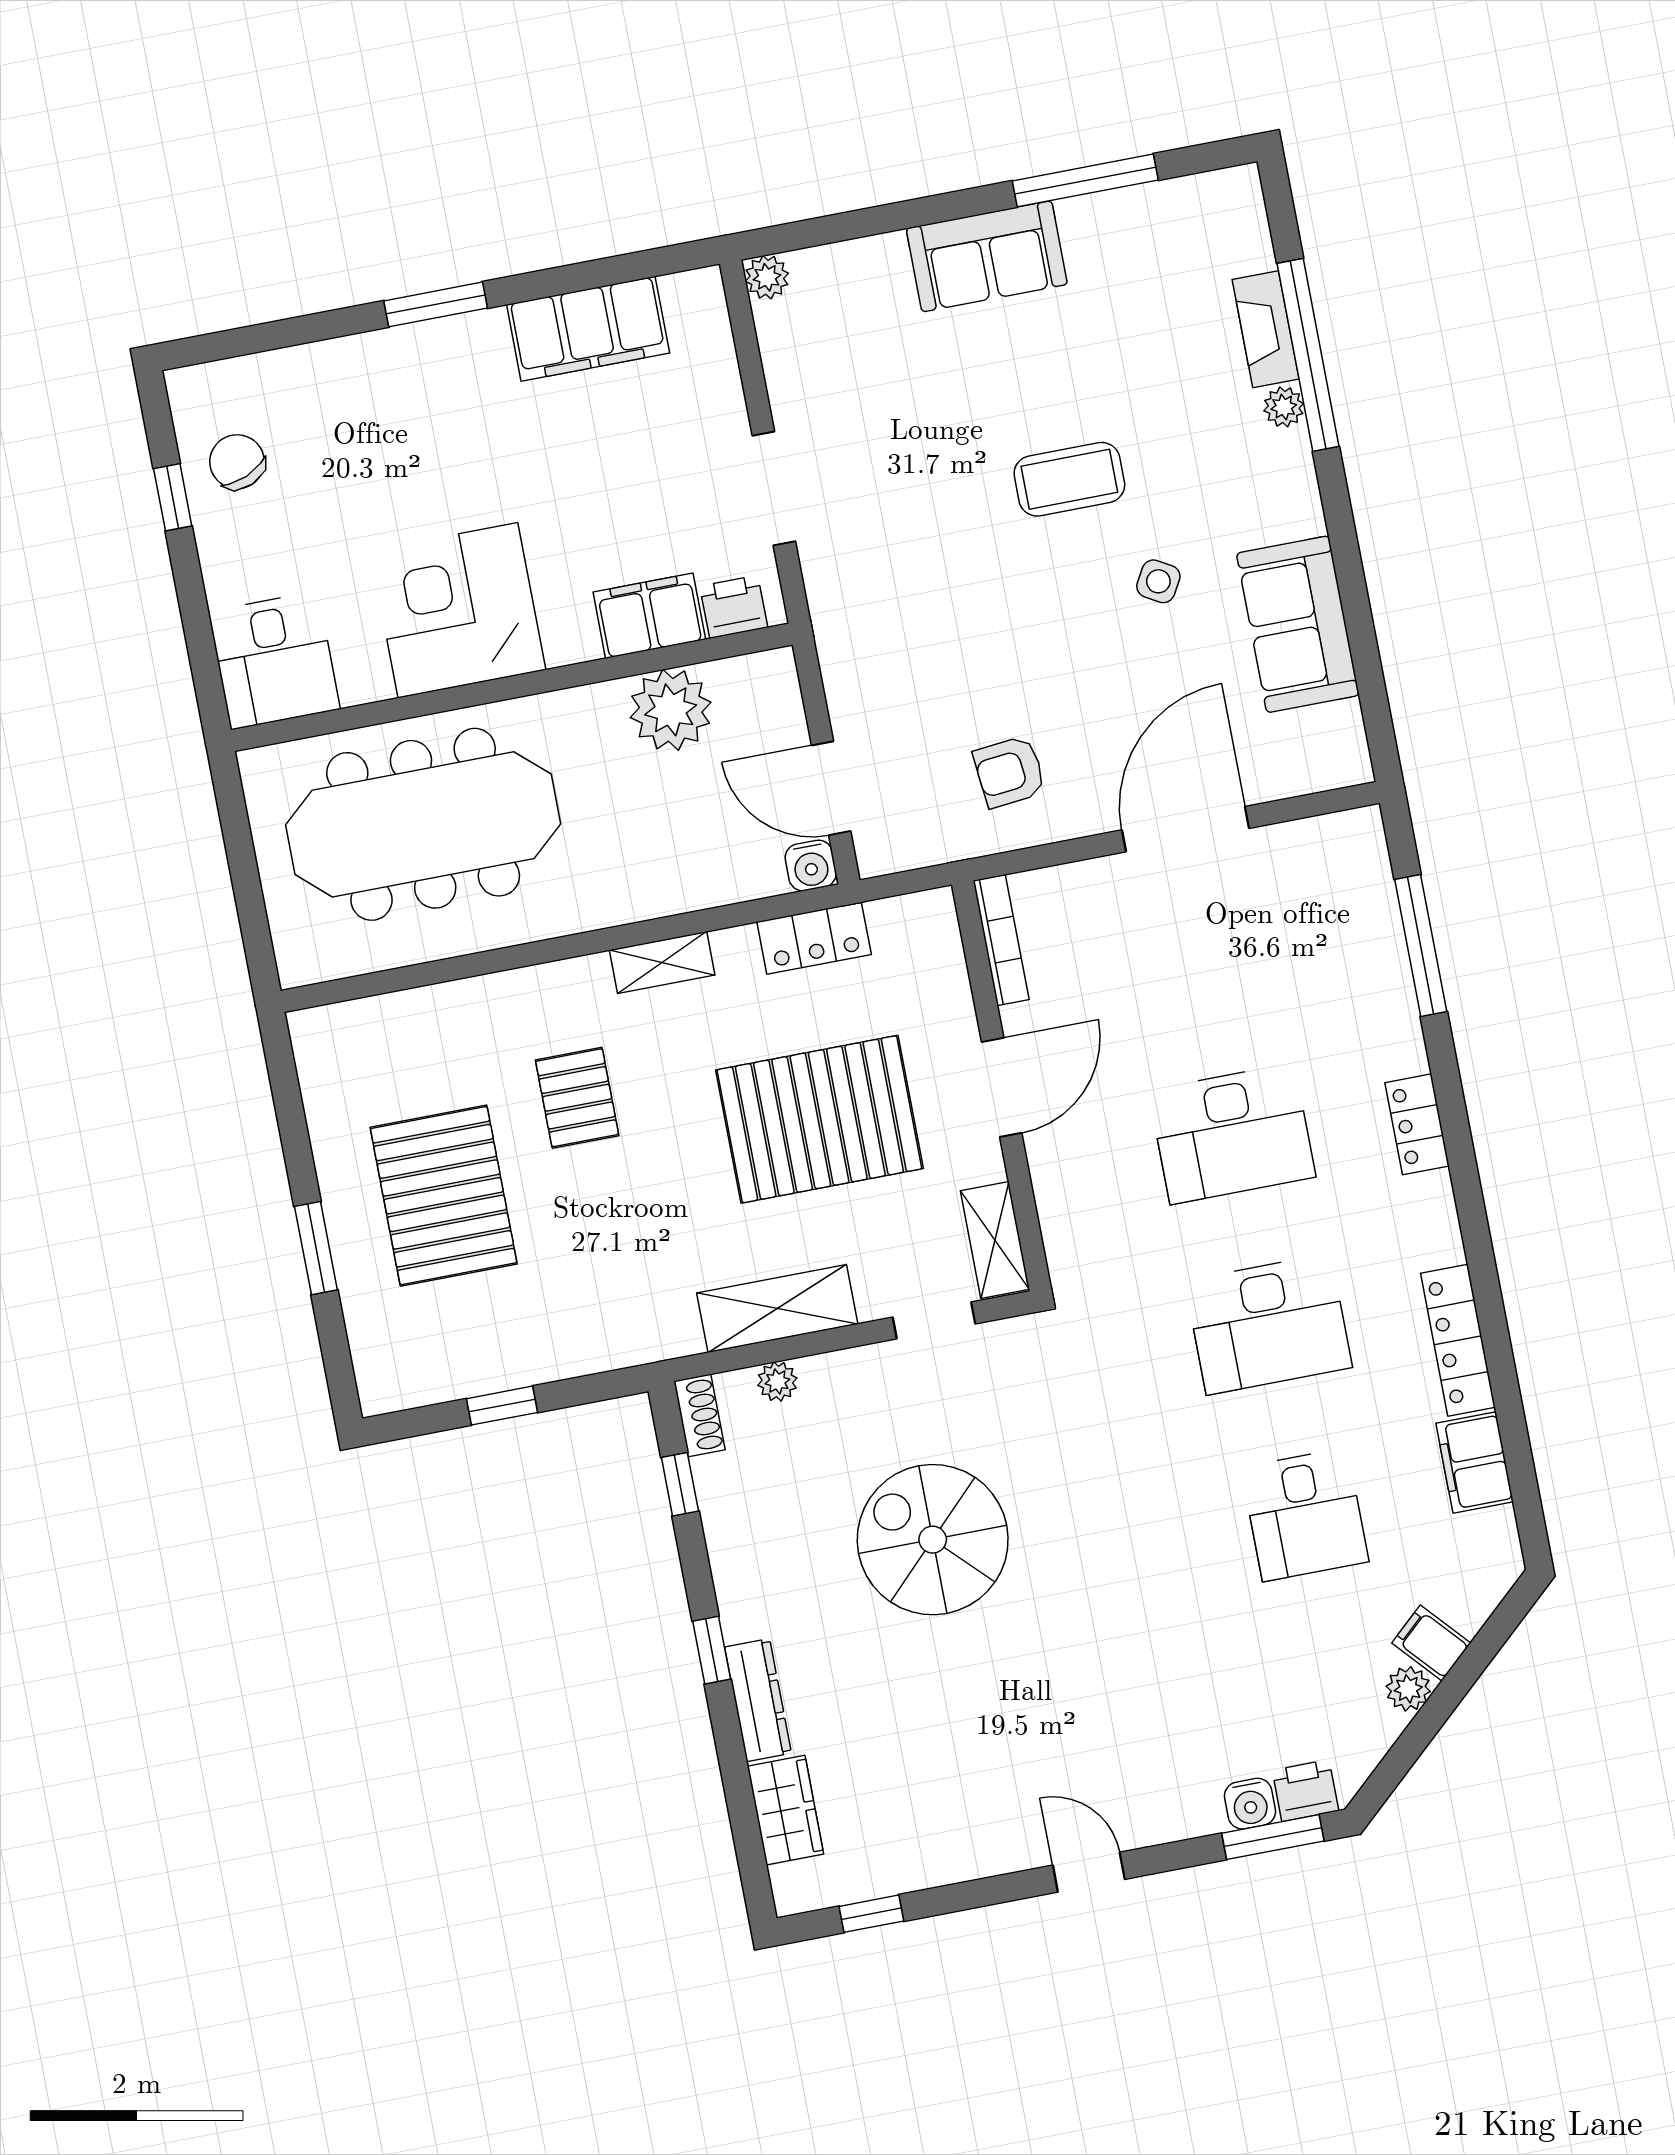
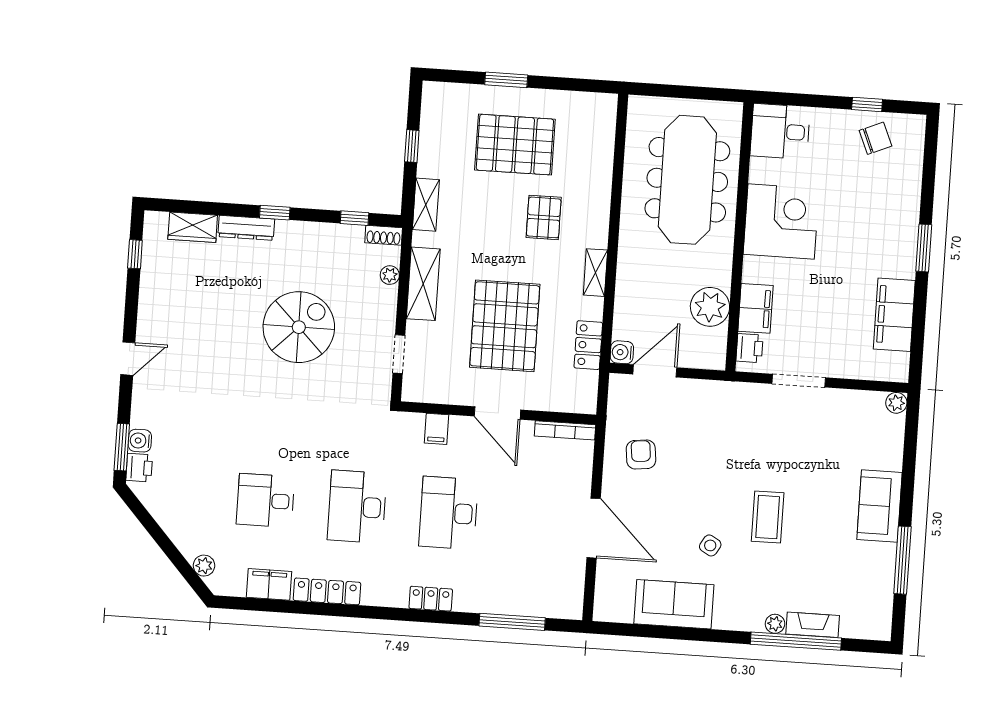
pallet: (577, 1098) -> (544, 217), turned 90
shelving: (995, 1240) -> (426, 205), moved, turned 90
filing cabinet: (1431, 1643) -> (436, 429), moved, turned 132
plant: (1408, 1689) -> (204, 566), moved

